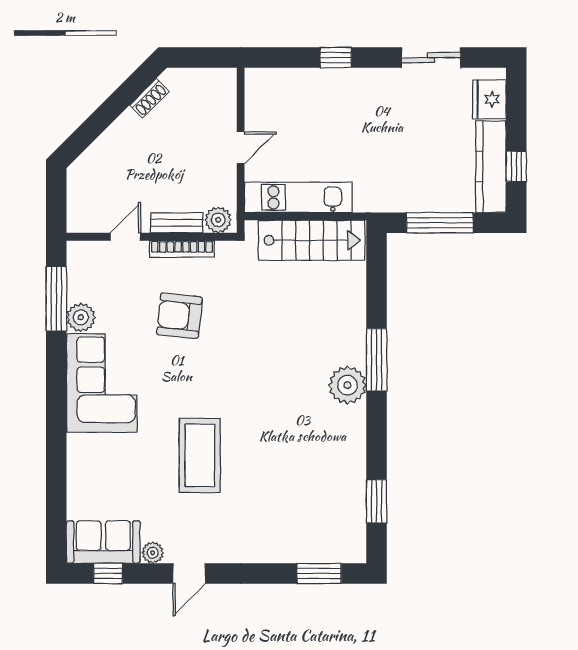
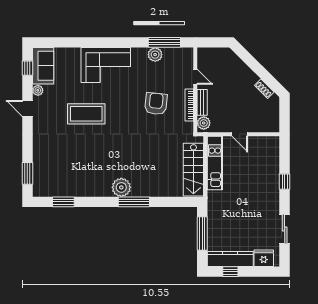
corner sofa: (102, 383) -> (106, 65), moved

